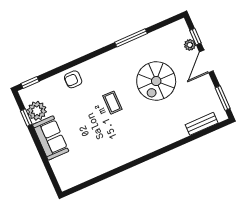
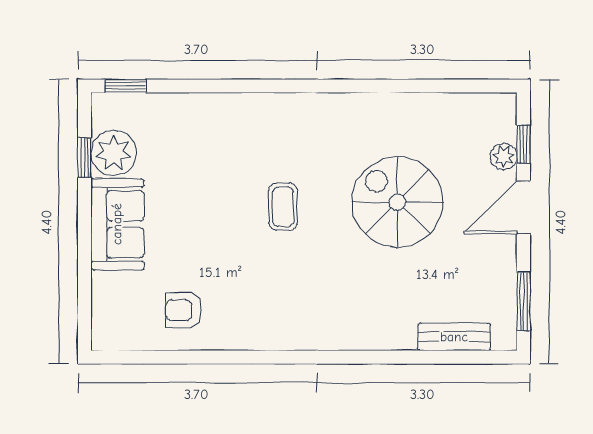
window: (131, 38) -> (384, 86), removed
armchair: (73, 79) -> (184, 310), moved
spiral stairs: (156, 81) -> (397, 202), turned 90

